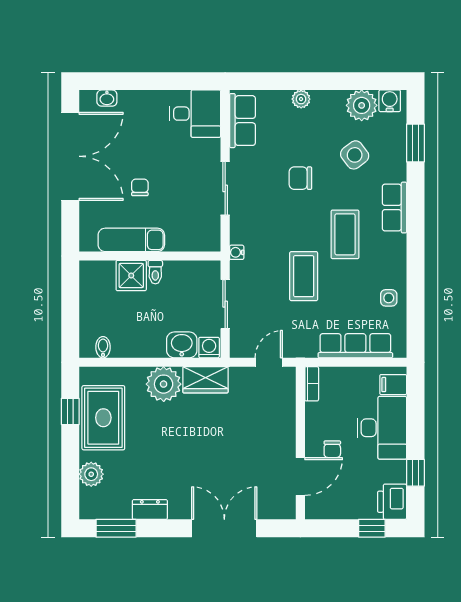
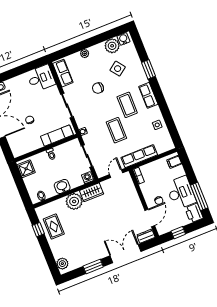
window: (415, 143) -> (149, 69), moved
row of seats: (394, 208) -> (148, 95), moved
exam couch: (131, 240) -> (57, 136), moved
shower: (131, 276) -> (26, 169), moved
washbasin: (182, 345) -> (62, 186), moved
row of seats: (355, 346) -> (139, 156), moved
rug: (103, 418) -> (54, 227), width x0.73, depth x0.70
desk: (382, 428) -> (181, 193), moved
window: (415, 473) -> (199, 196), width x2.17
plant: (91, 474) -> (62, 264), moved
dresser: (150, 509) -> (146, 236), moved
window: (116, 528) -> (93, 267), moved
window: (372, 528) -> (178, 233), moved

